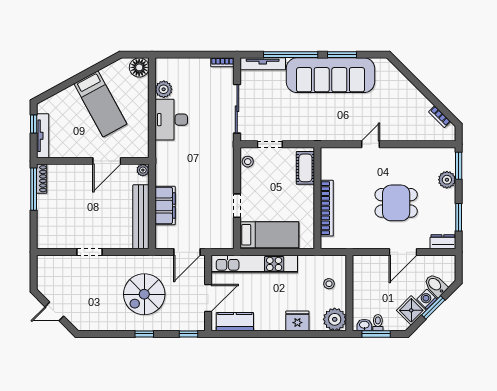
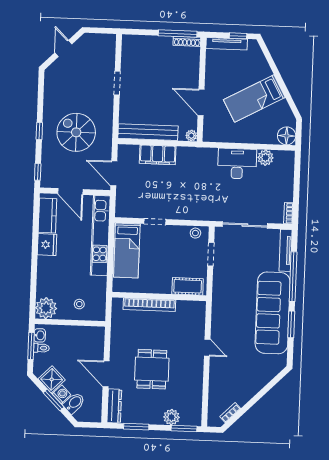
dresser: (443, 242) -> (114, 406), width x1.44
fridge: (297, 321) -> (47, 245), moved

